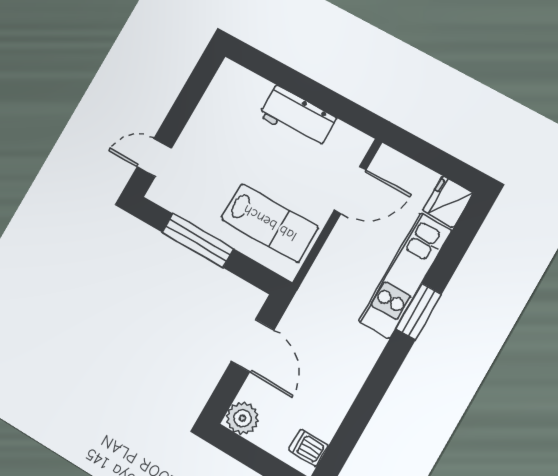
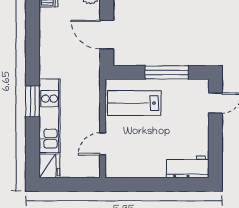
workbench: (297, 117) -> (188, 167), moved
door: (350, 190) -> (103, 144), width x0.73

